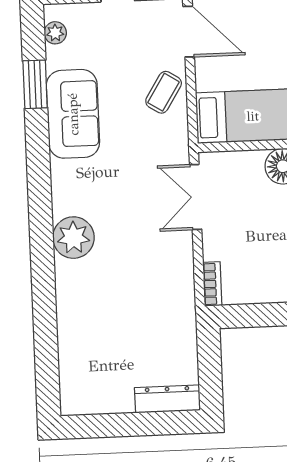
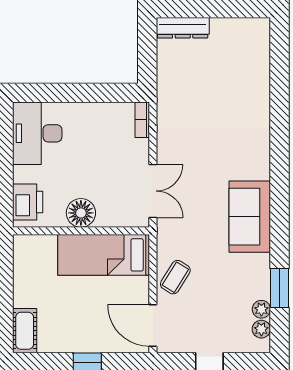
sofa: (73, 114) -> (250, 217), moved
plant: (73, 238) -> (261, 309), moved, width x0.53, depth x0.53

